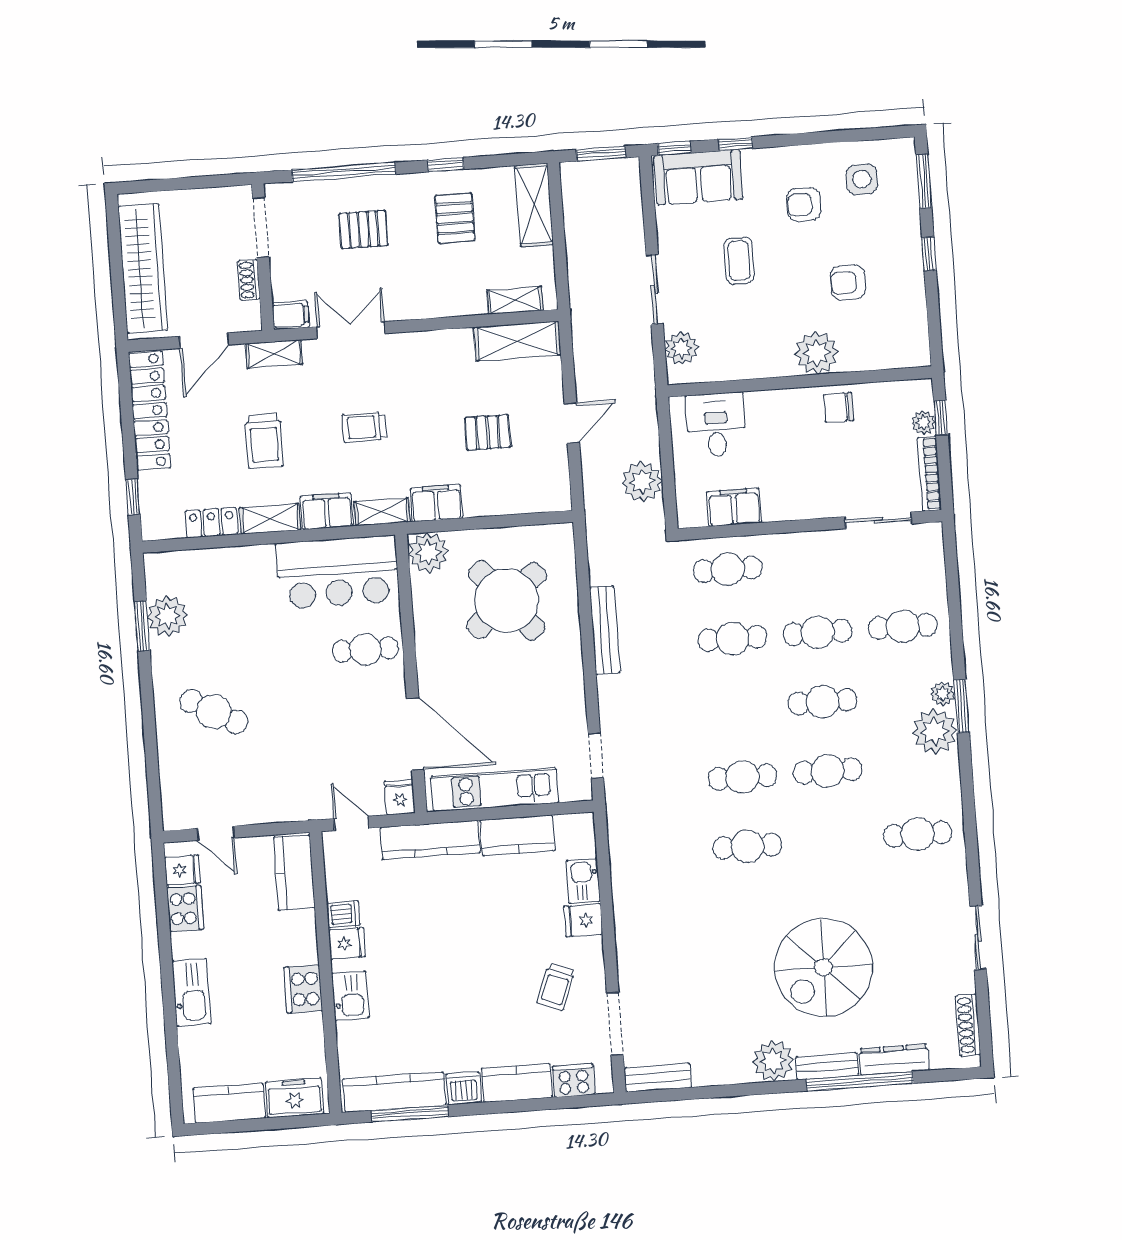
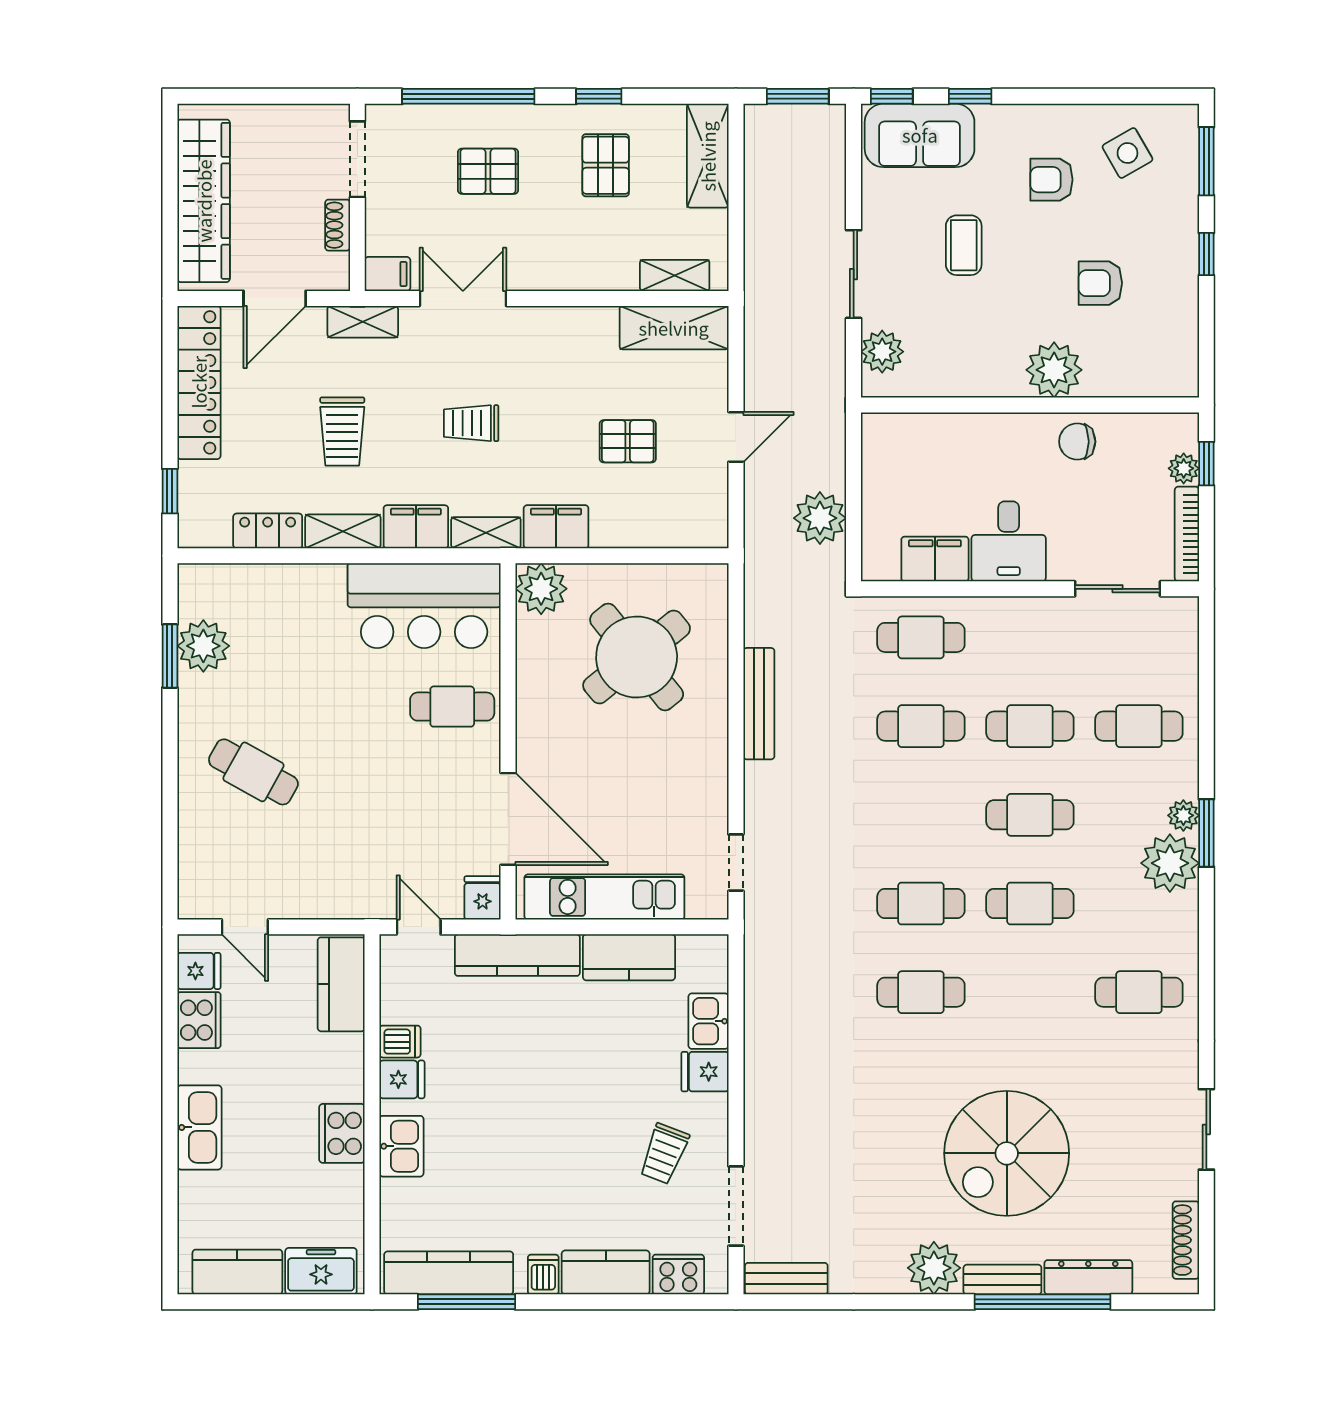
side table: (862, 179) -> (1127, 153), turned -30
desk: (716, 425) -> (1009, 541), moved, turned 180
dishwasher: (464, 1088) -> (543, 1275), width x0.73

